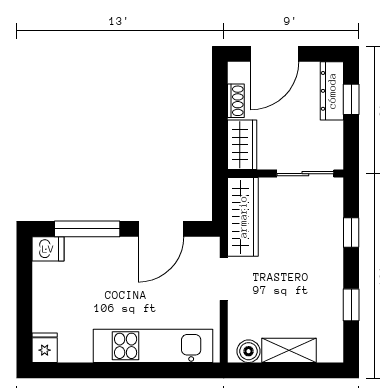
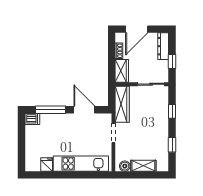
window: (351, 99) -> (172, 62), moved
door: (161, 229) -> (84, 110), swing flipped
fridge: (45, 348) -> (47, 164), moved

